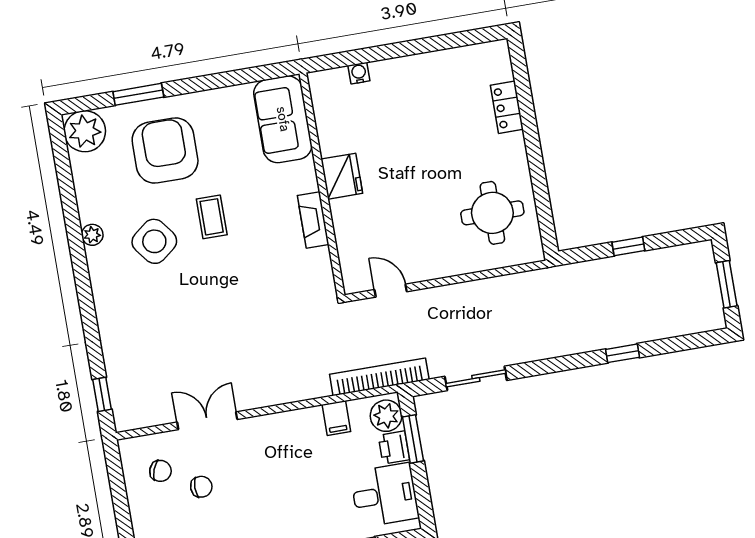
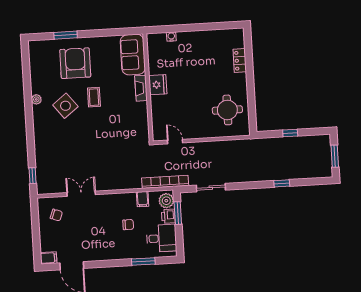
plant: (85, 131) -> (38, 50), removed
fireplace: (313, 220) -> (141, 88), moved
chair: (201, 487) -> (128, 225), moved

